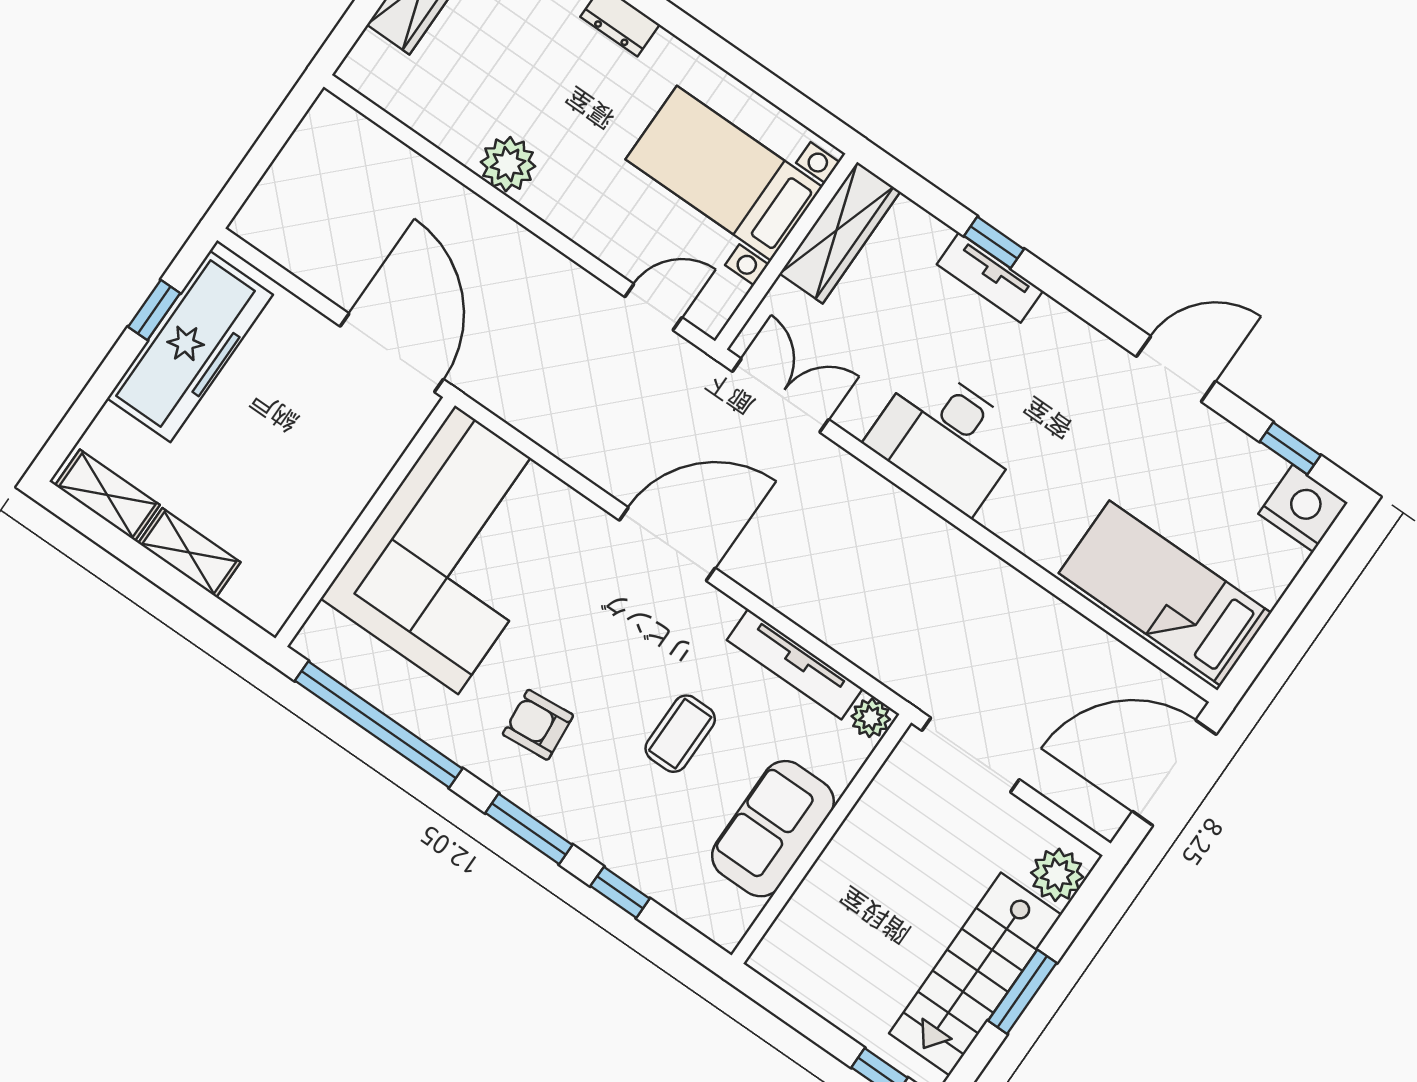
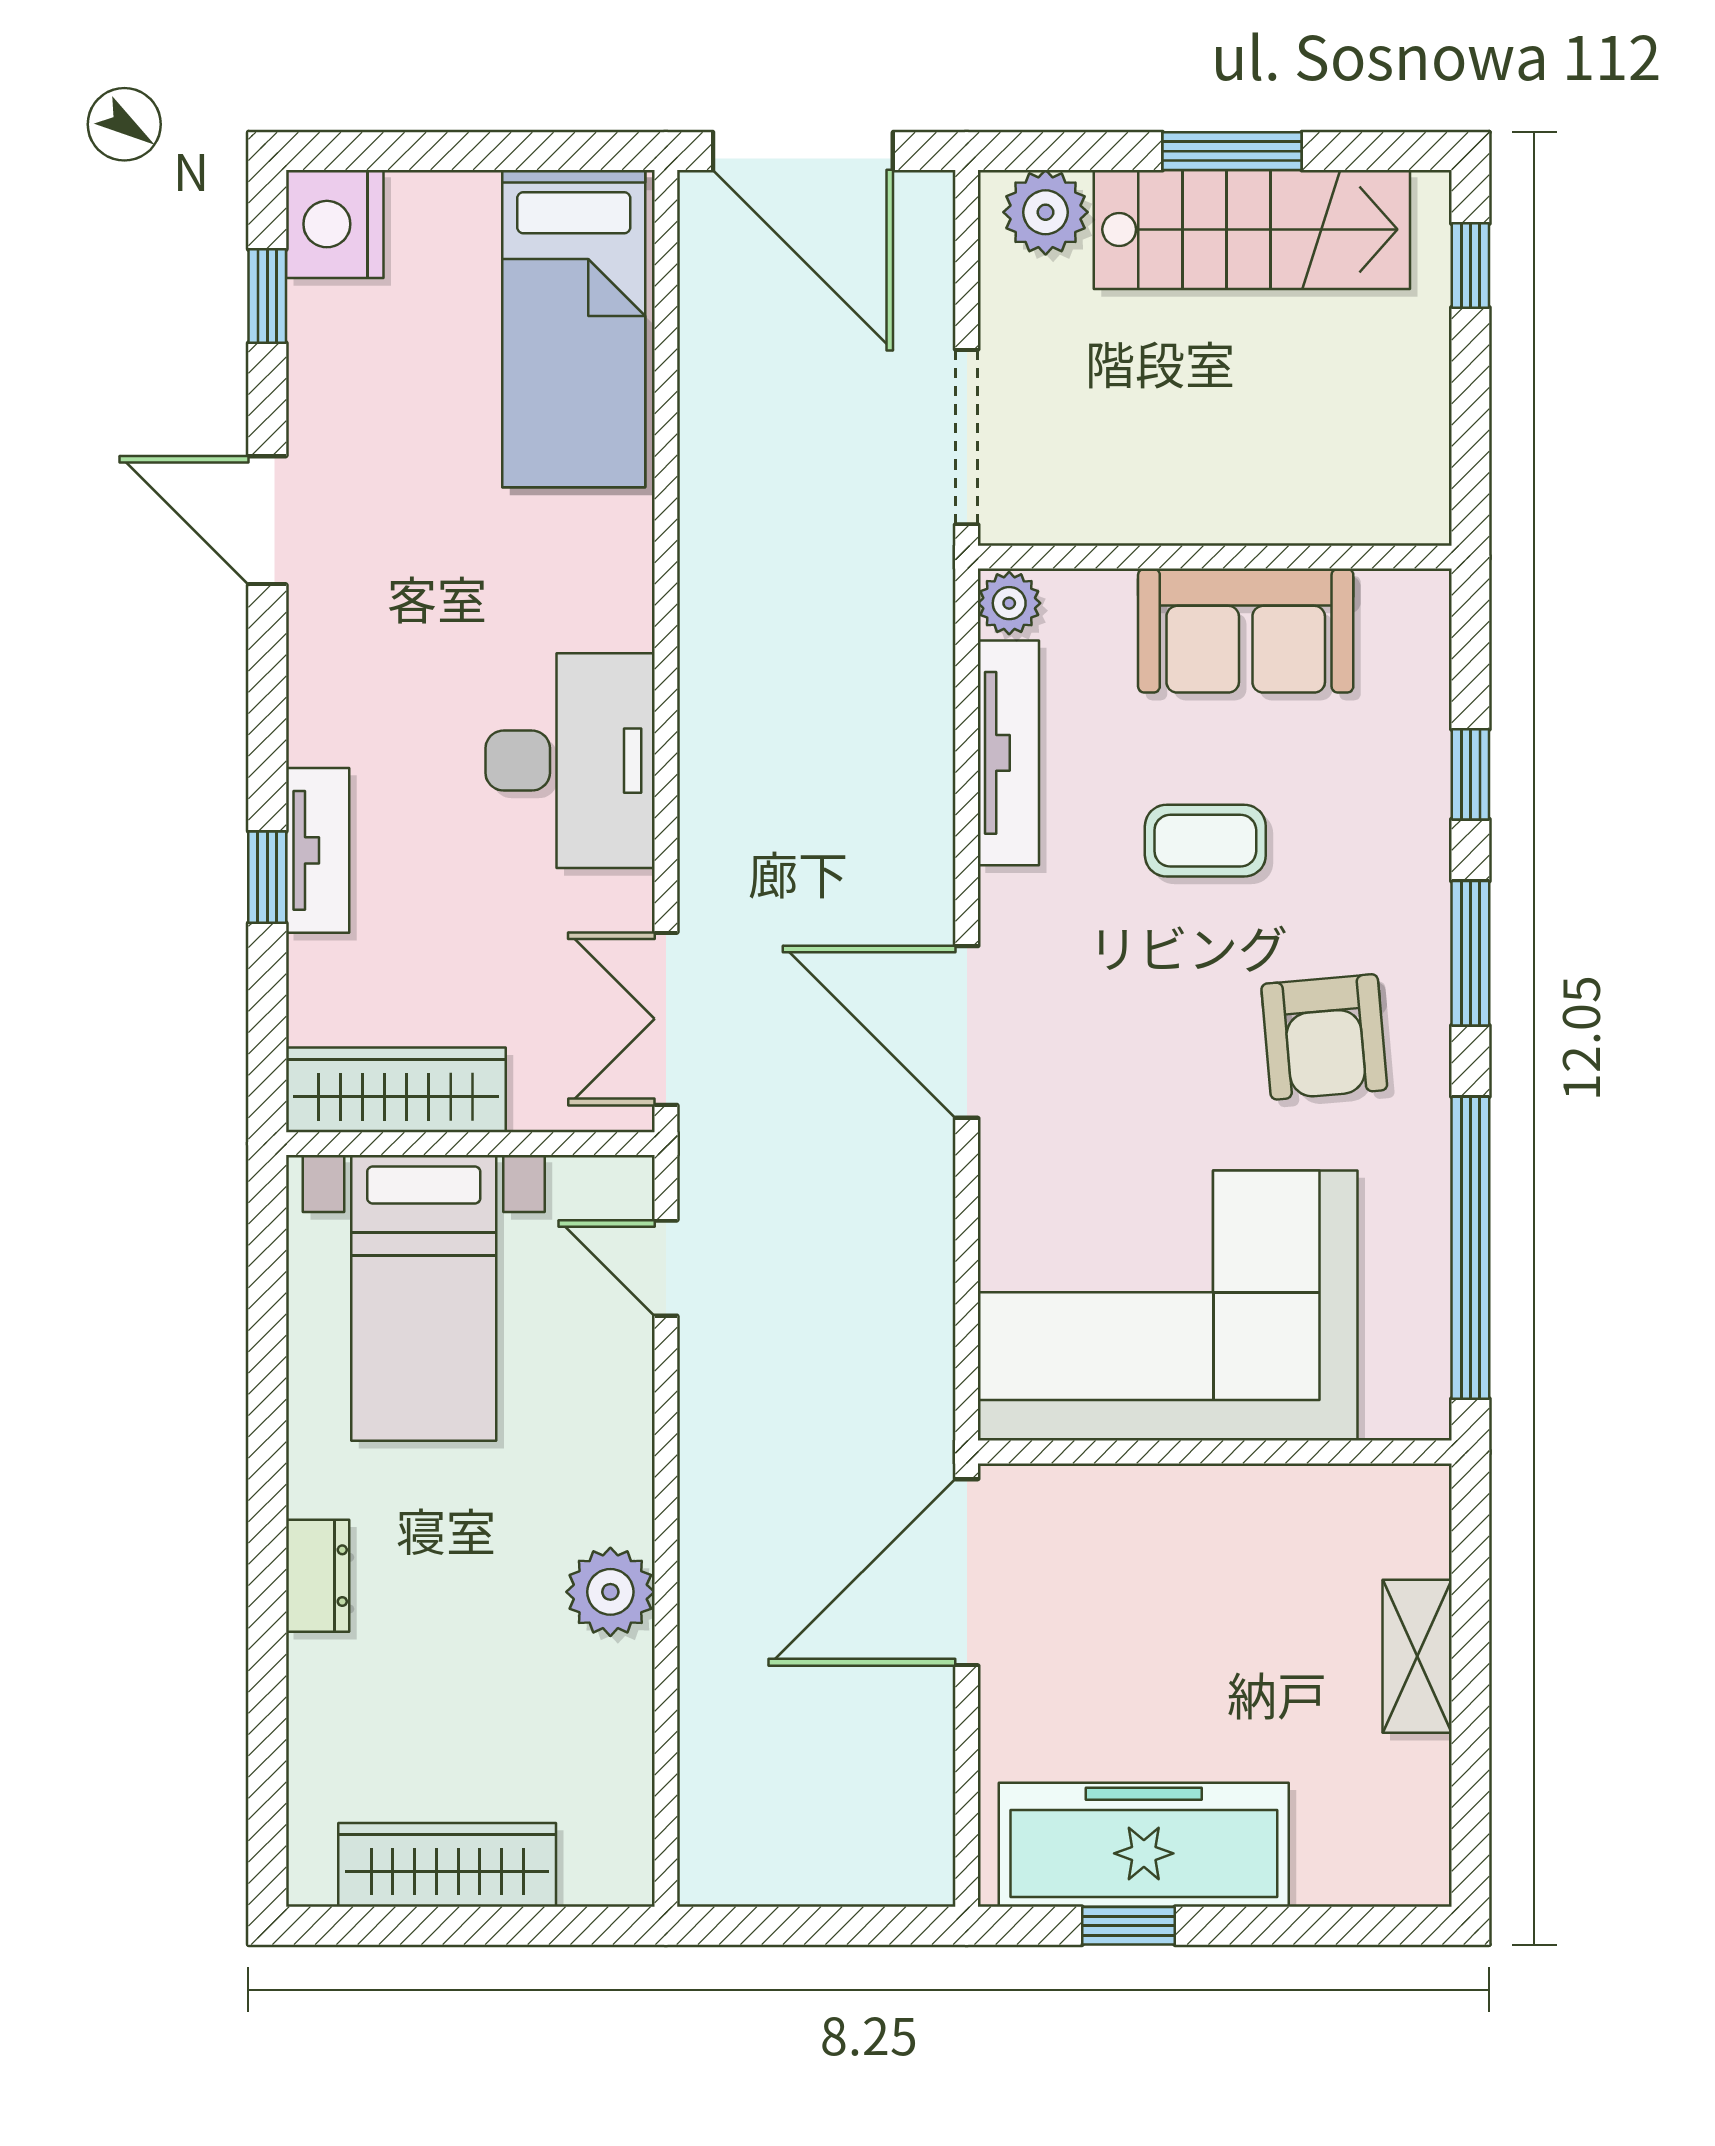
shelving: (107, 495) -> (1416, 1817), removed
armchair: (538, 725) -> (1324, 1037), width x1.38, depth x1.38

